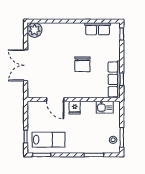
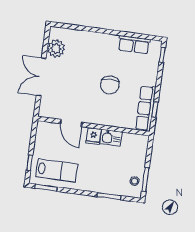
plant: (35, 30) -> (56, 48), moved
kitchen sink: (105, 107) -> (111, 138), moved

